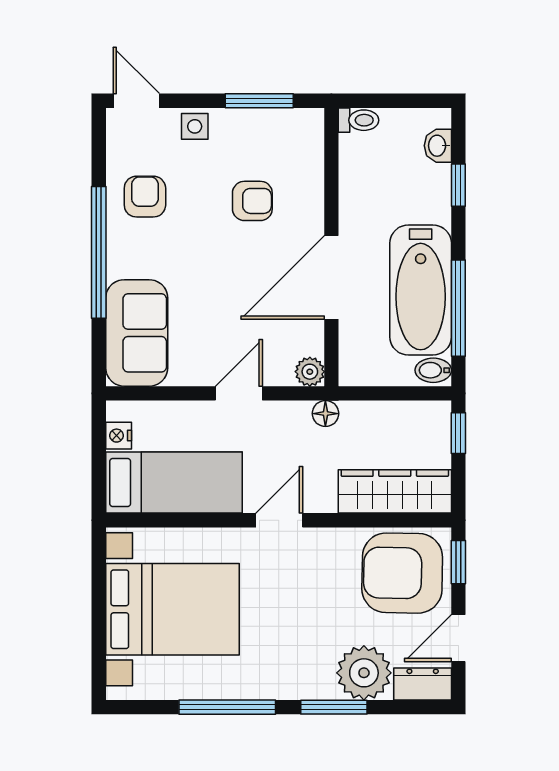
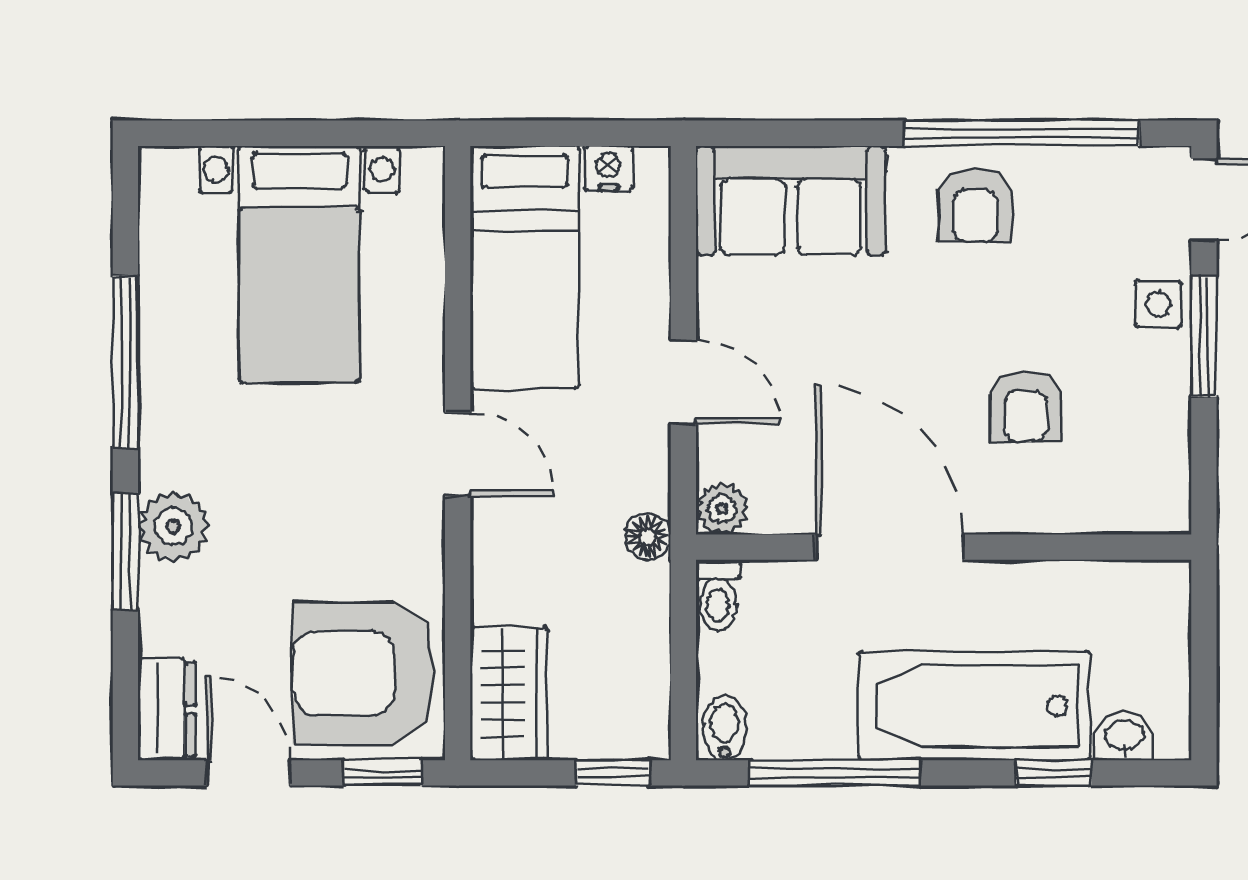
window: (259, 101) -> (1204, 336), moved
toilet: (359, 120) -> (718, 595), moved
armchair: (145, 197) -> (975, 205), moved, turned 90
window: (99, 252) -> (1022, 133), moved
bathtub: (421, 290) -> (974, 706), moved
wardrobe: (395, 491) -> (509, 693), width x0.67
armchair: (402, 573) -> (364, 673), turned -91
bed with nightstands: (172, 609) -> (299, 264), width x0.73
plant: (364, 673) -> (173, 527), moved, width x0.73, depth x0.73

